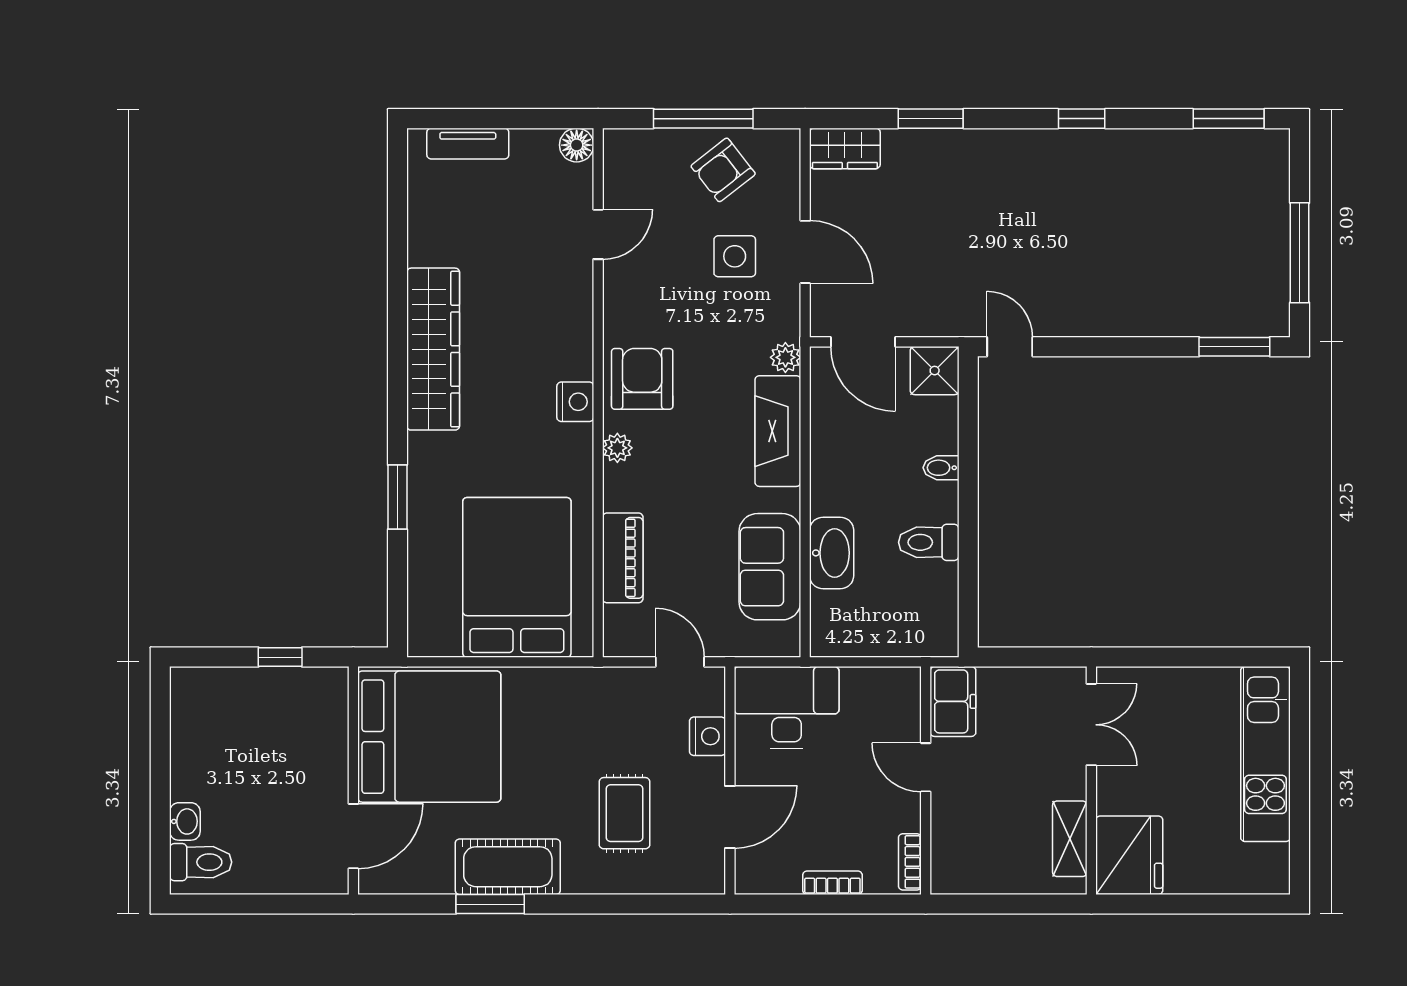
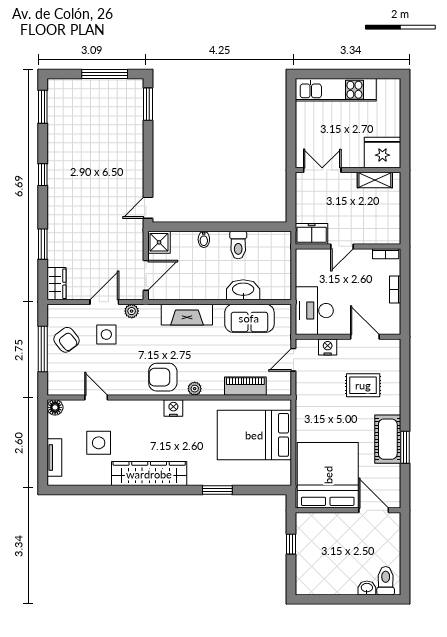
side table: (500, 240) -> (99, 443), added
plant: (785, 357) -> (132, 311), moved

